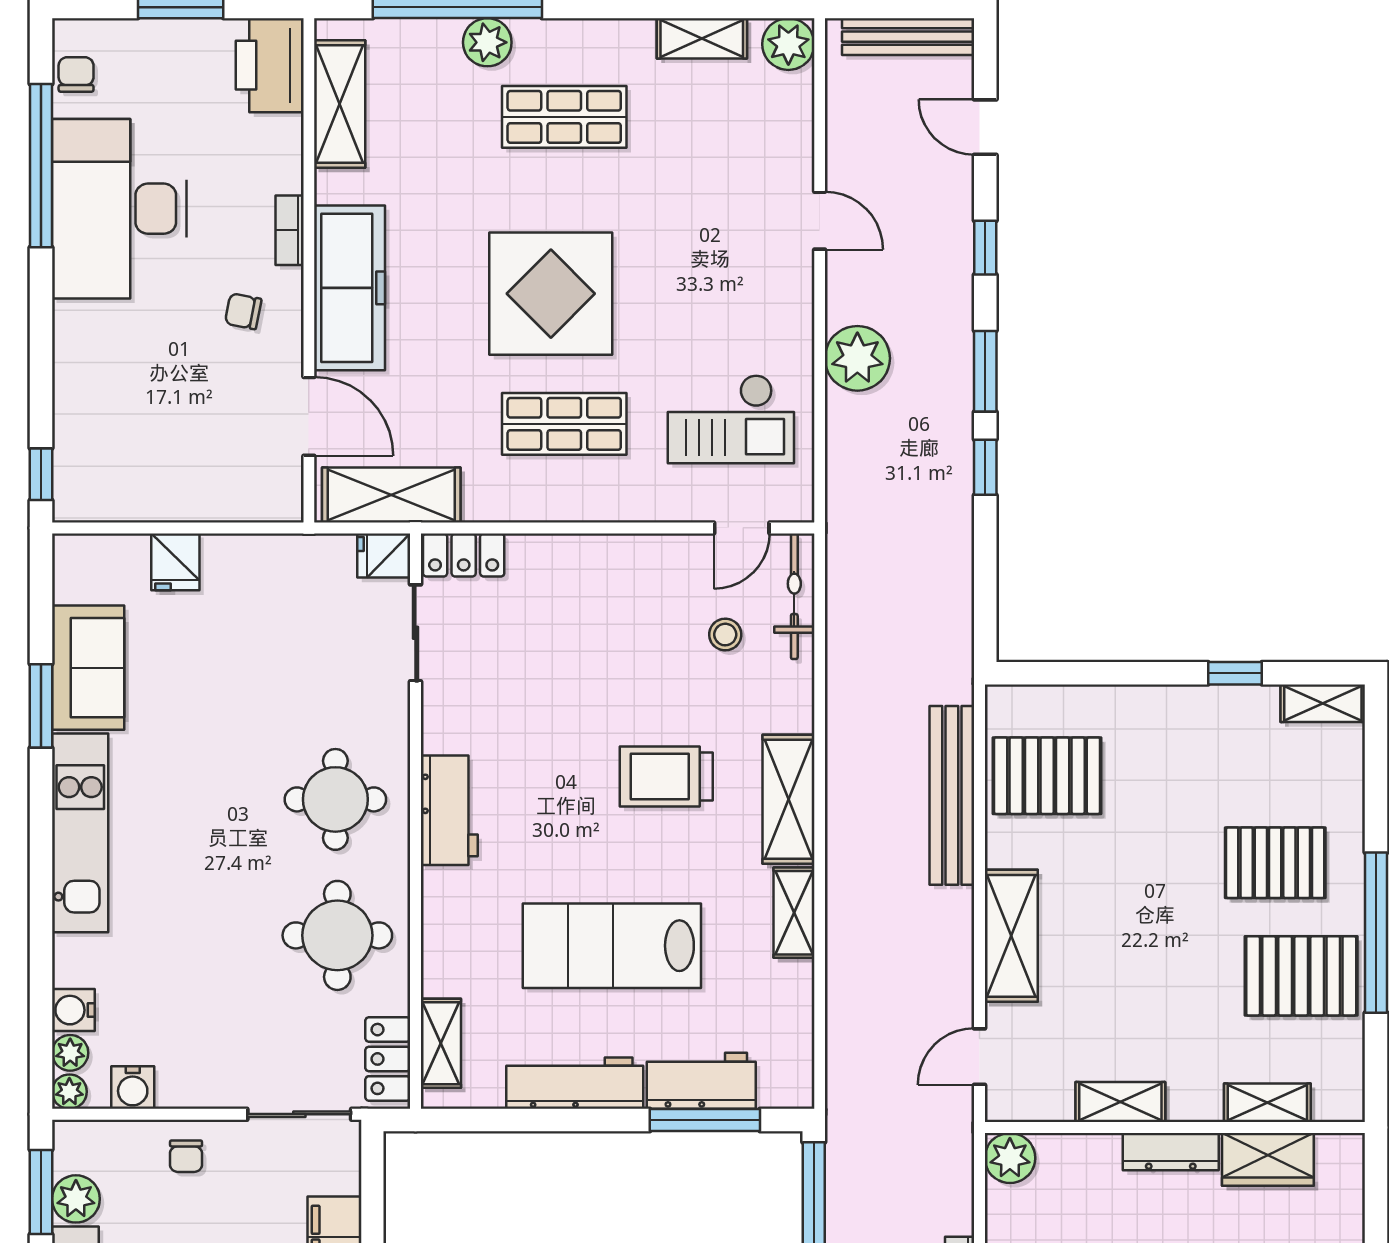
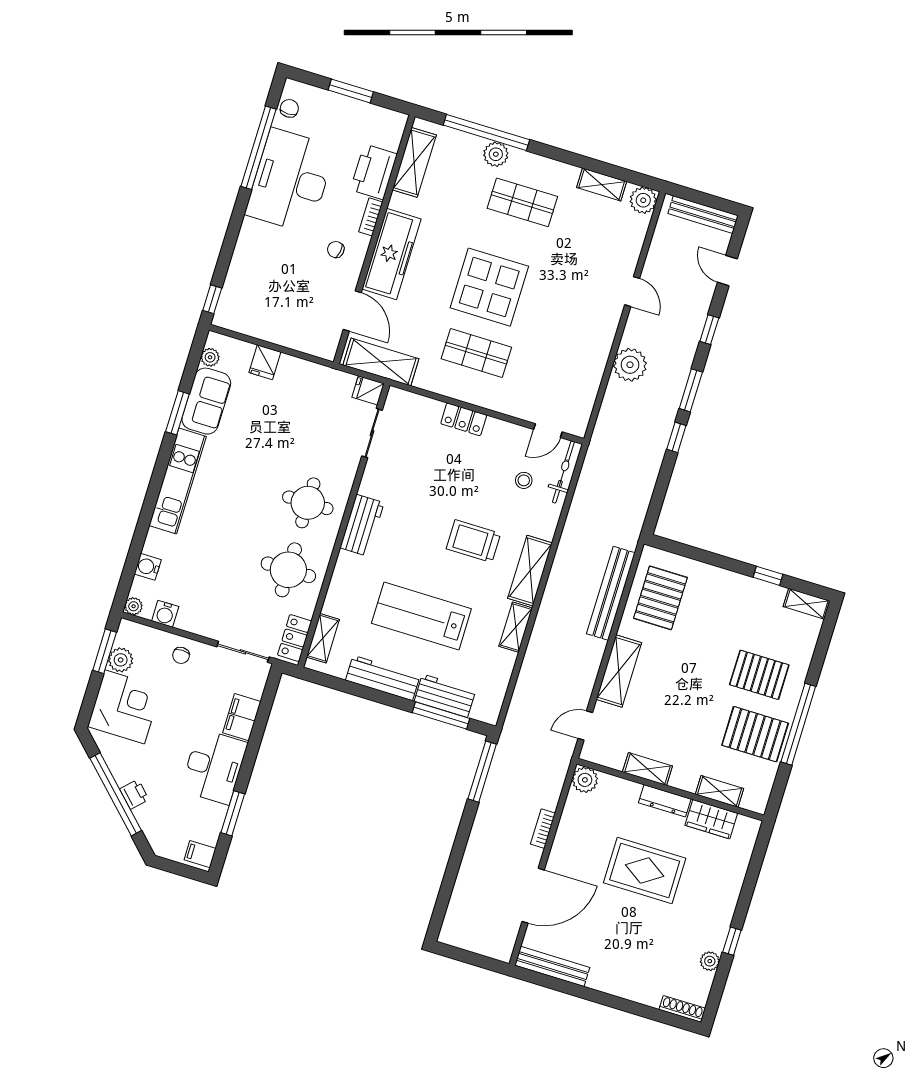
printer: (270, 65) -> (374, 172), moved
checkout: (731, 419) -> (559, 376), removed
locker: (464, 555) -> (464, 419), moved
pallet: (1047, 776) -> (660, 598), turned 90
plant: (70, 1053) -> (210, 357), moved

